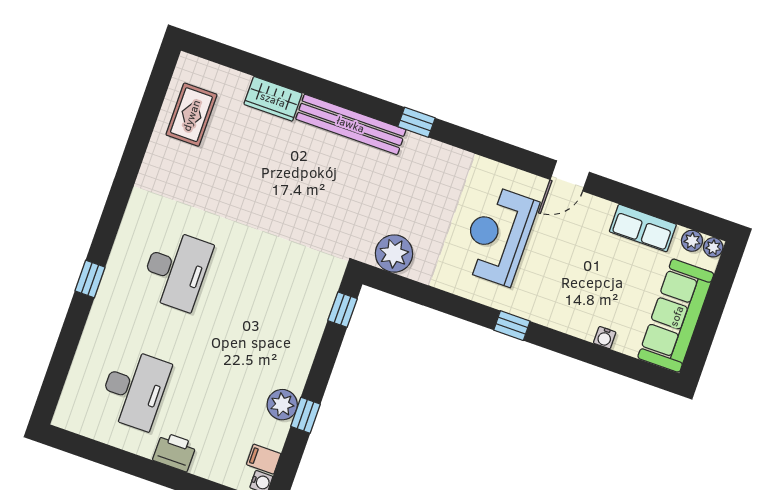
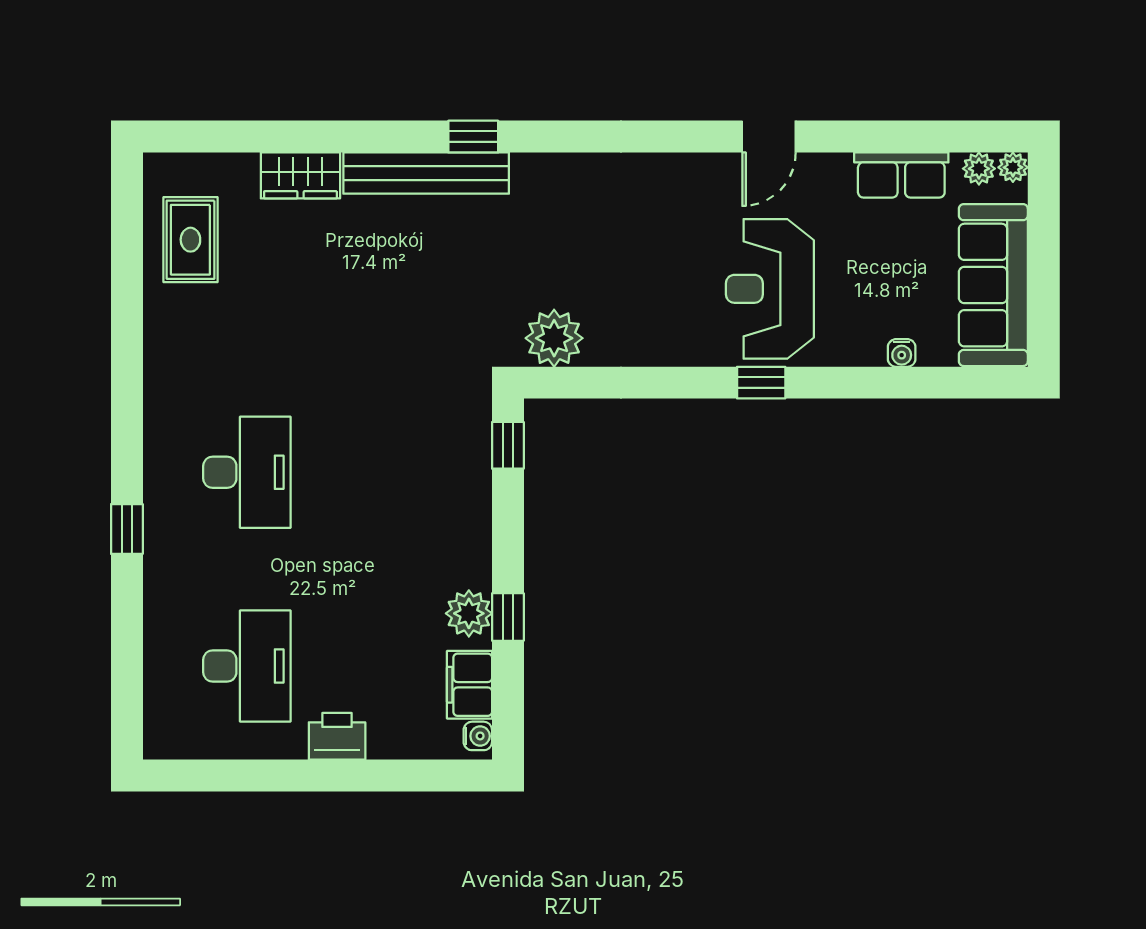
window: (416, 122) -> (473, 137), moved
reception desk: (498, 236) -> (770, 289), moved
filing cabinet: (264, 459) -> (470, 685), width x2.00

